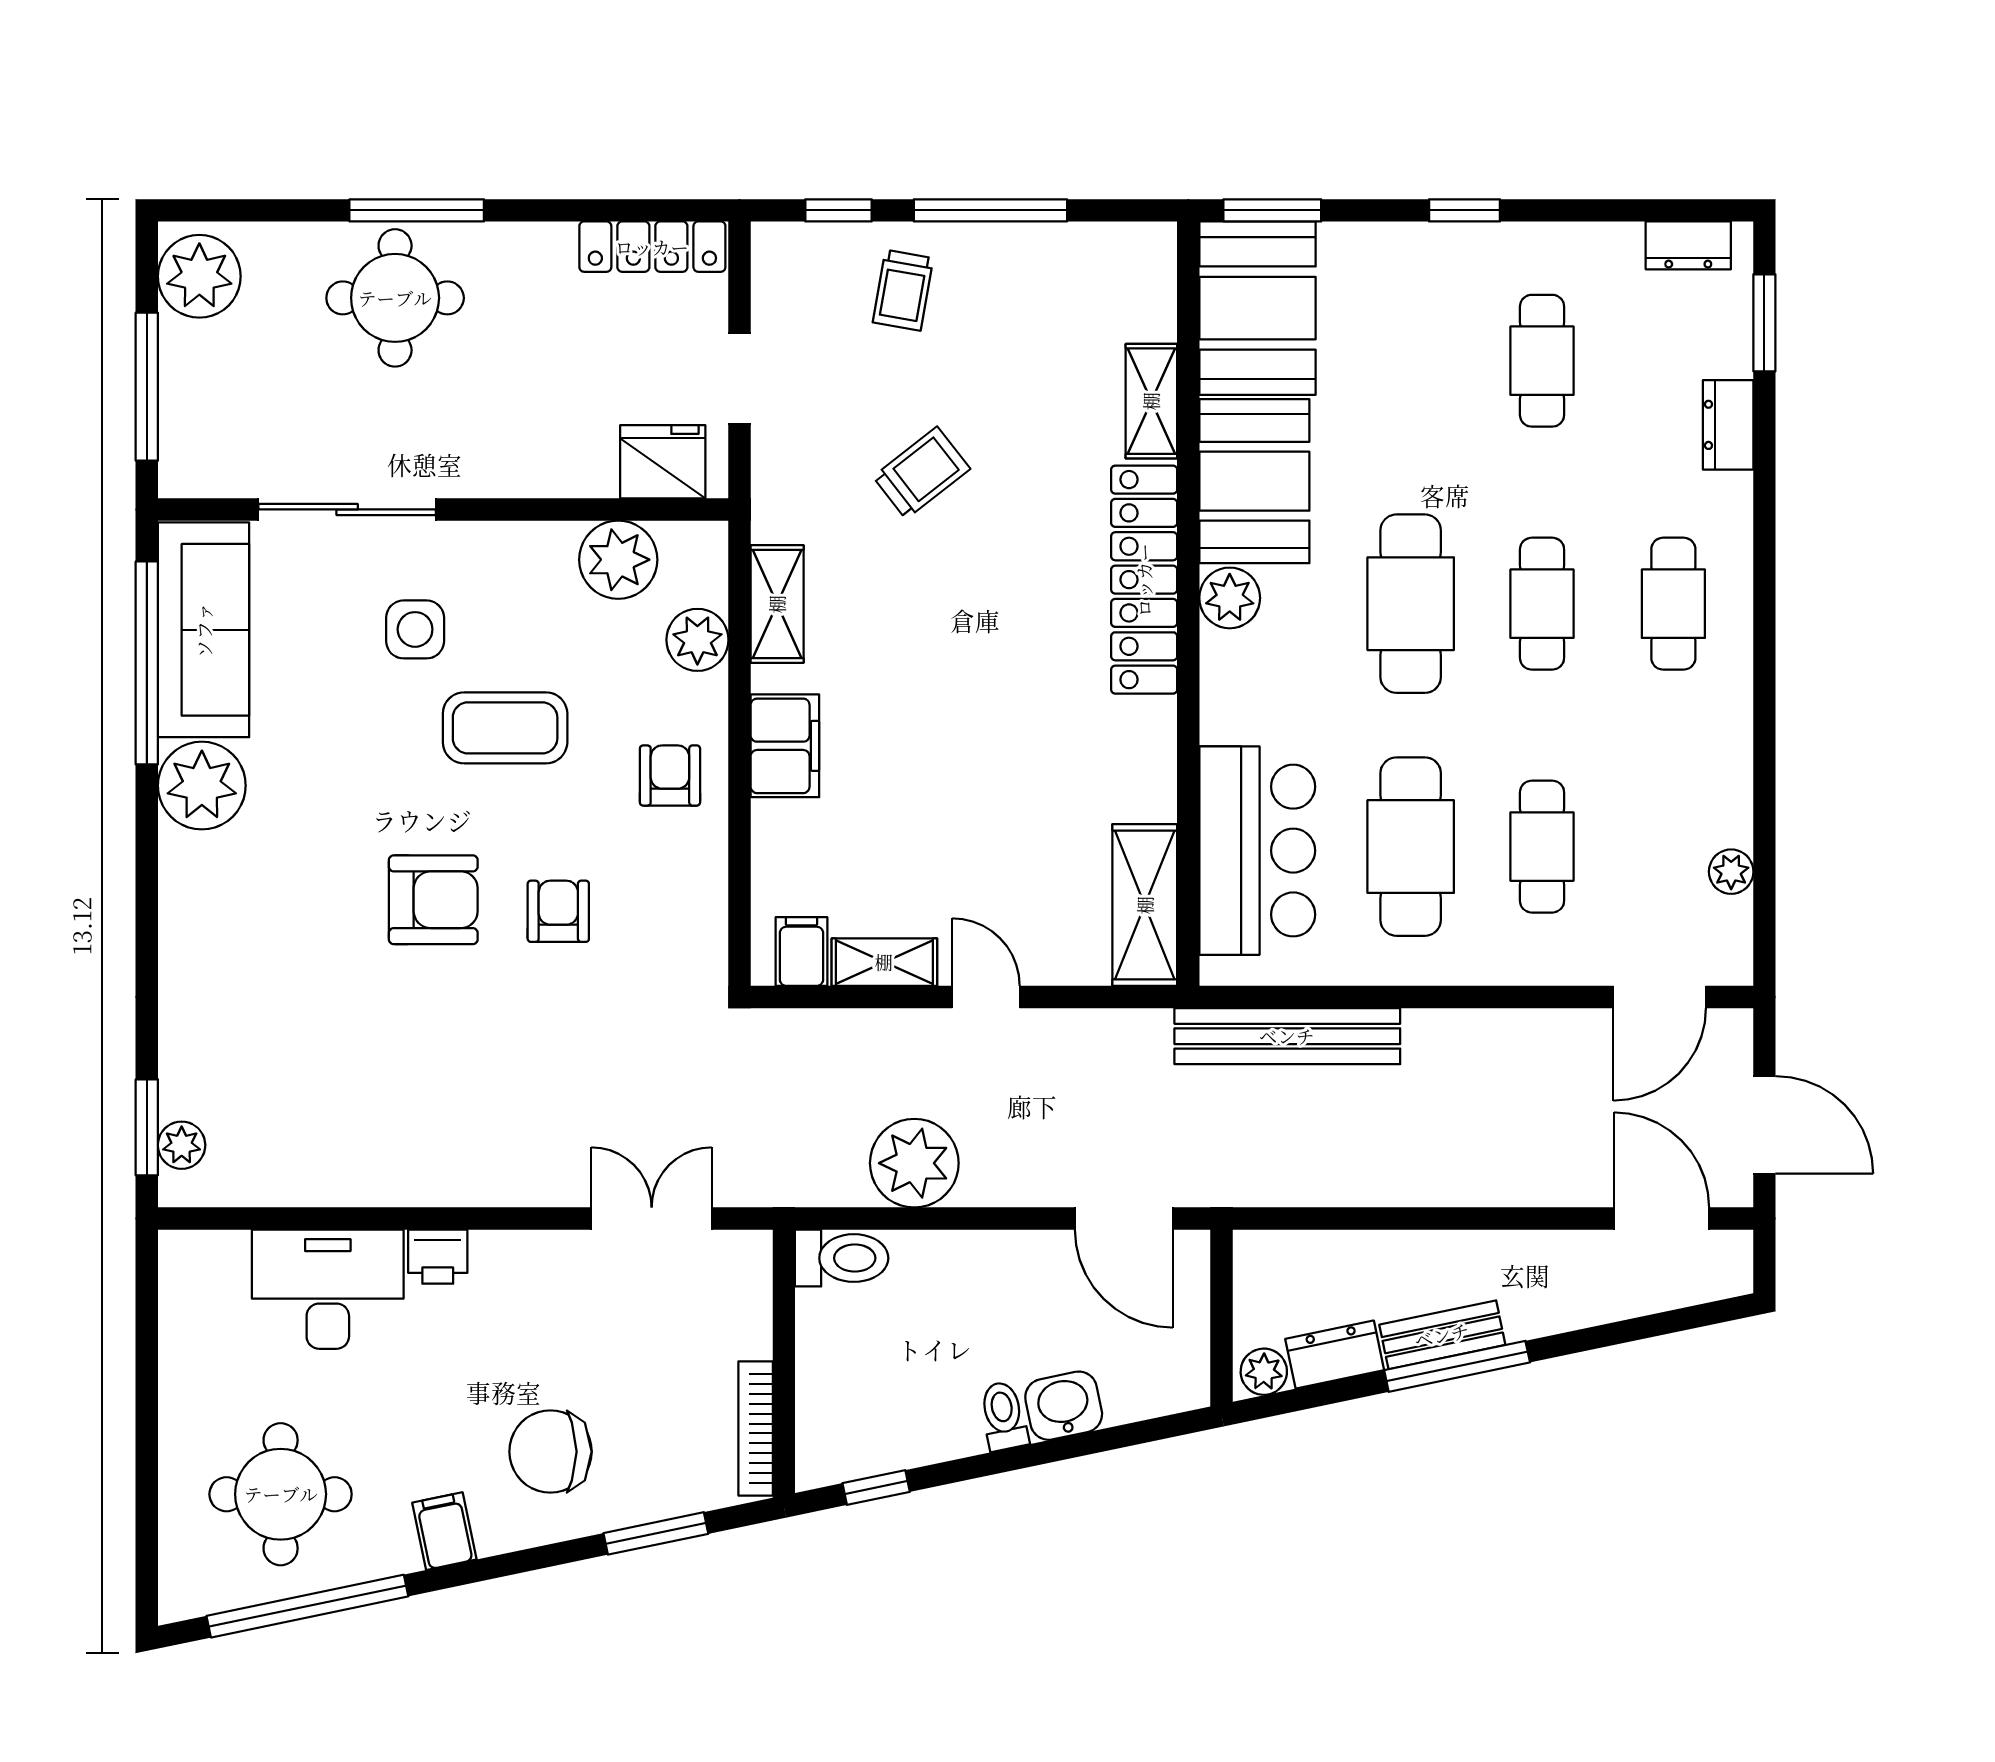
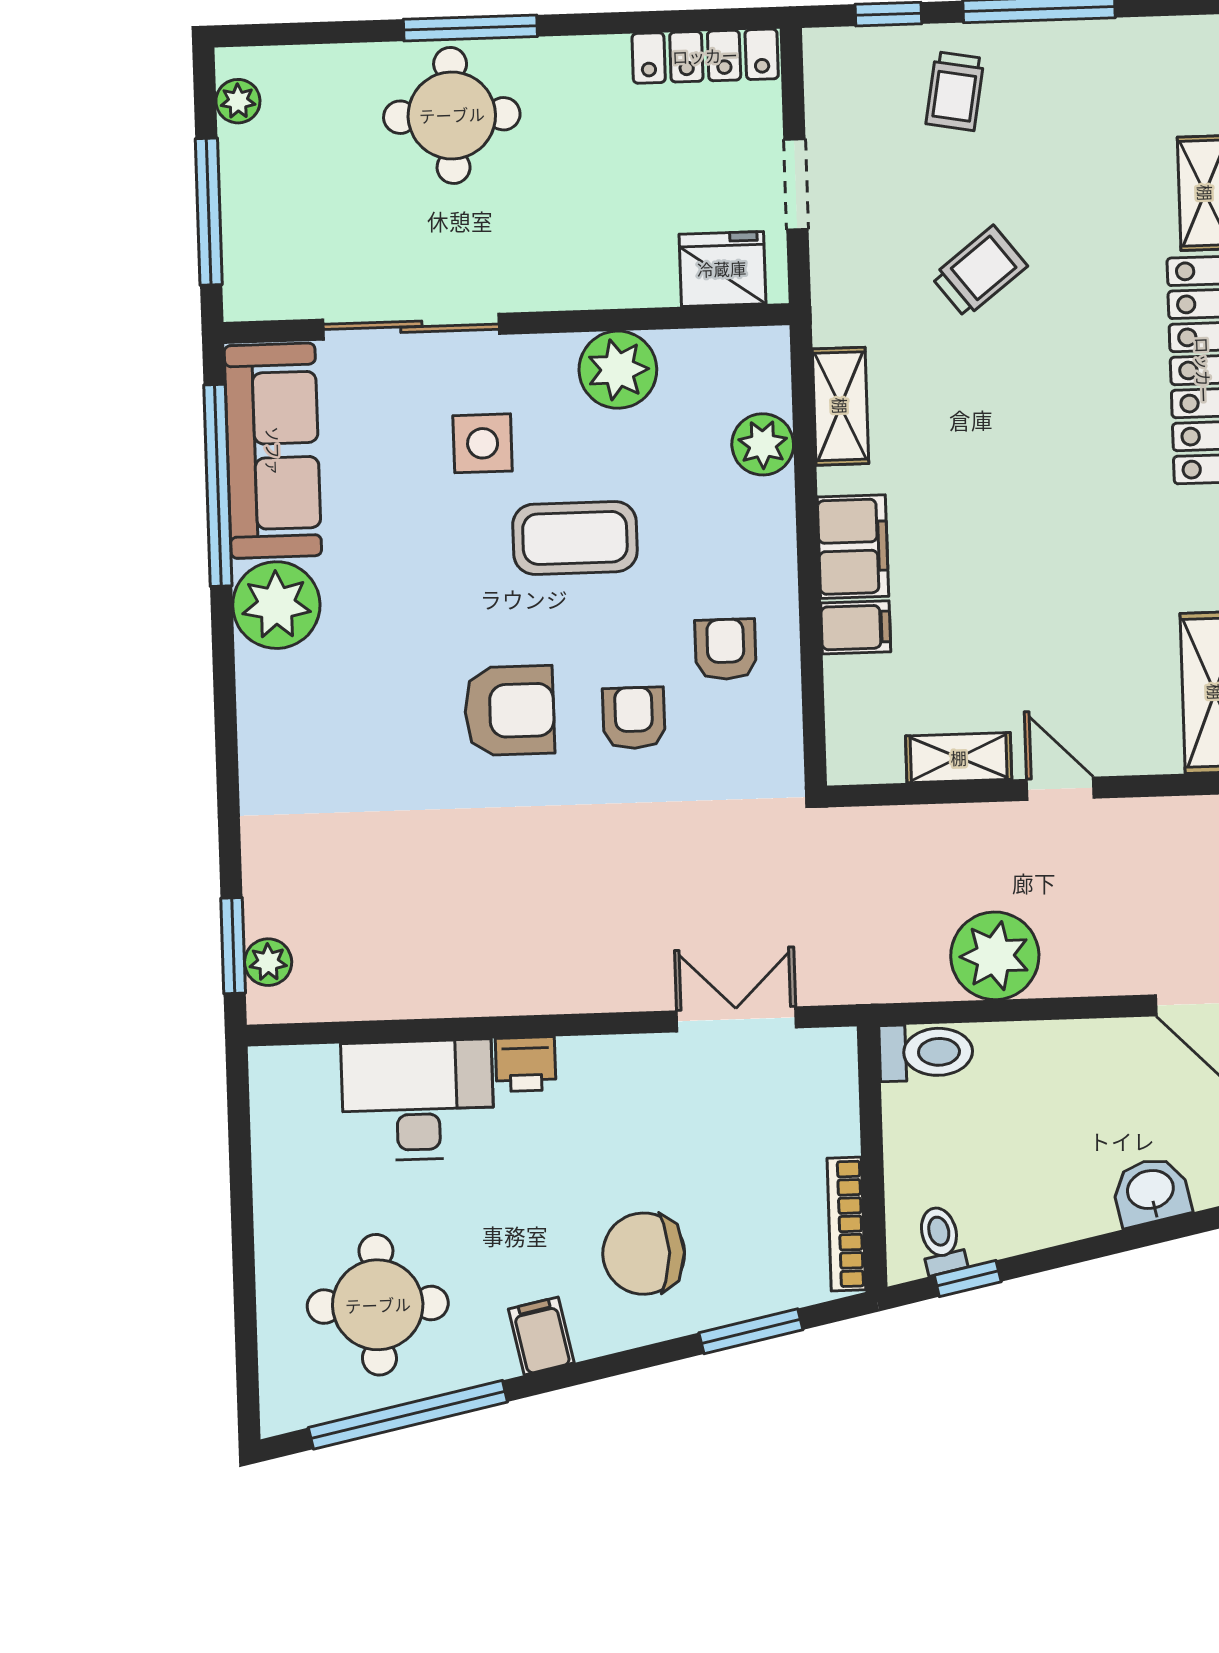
plant: (199, 276) -> (238, 101), width x0.53, depth x0.53
plant: (618, 560) -> (618, 370), moved
armchair: (670, 776) -> (726, 649), moved
filing cabinet: (802, 952) -> (856, 627), moved, turned 90
toilet: (1004, 1416) -> (941, 1240), moved

